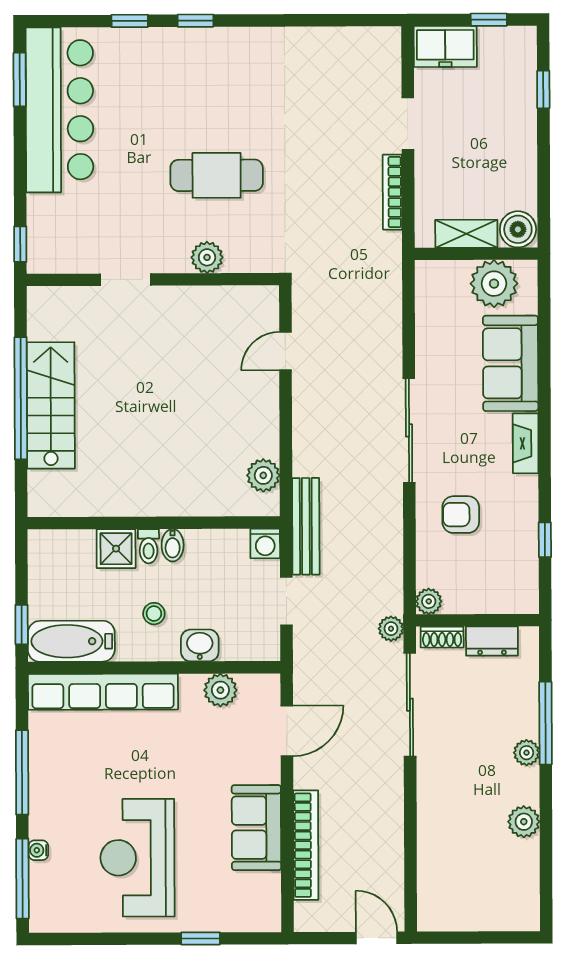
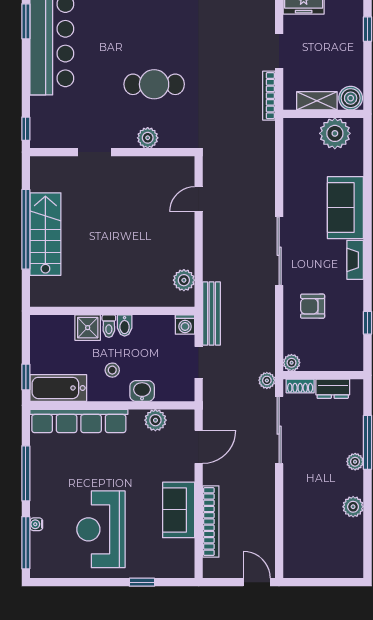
boiler: (518, 229) -> (351, 98), moved
shelving: (466, 234) -> (317, 101), moved
wall: (476, 254) -> (323, 114), moved
plant: (494, 284) -> (335, 133), moved

